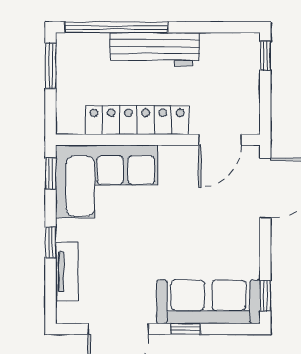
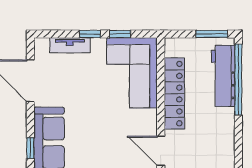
workbench: (155, 49) -> (223, 76), moved
window: (51, 173) -> (120, 34), moved
window: (185, 329) -> (30, 148), moved

